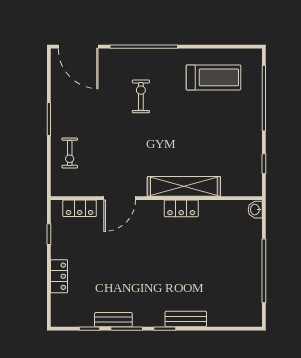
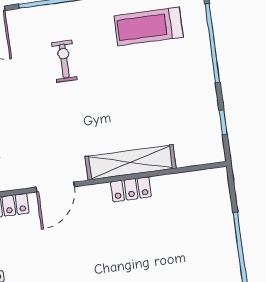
treadmill: (213, 77) -> (148, 26), turned 180
washbasin: (255, 210) -> (220, 179), removed

